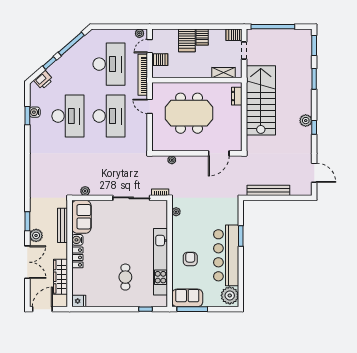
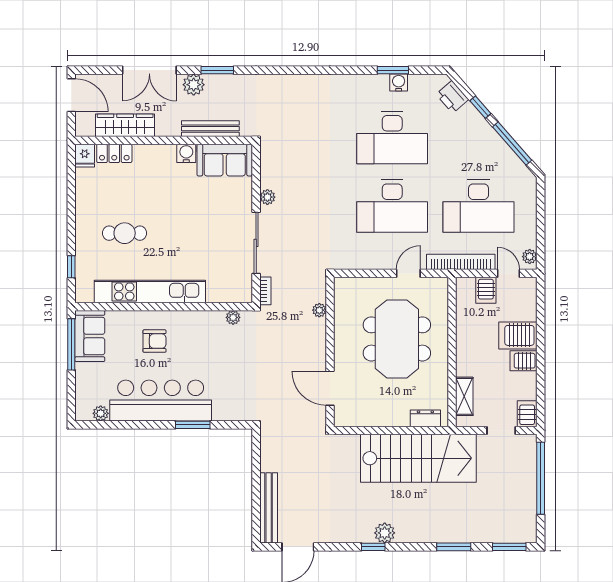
bench: (268, 190) -> (269, 508), moved
plant: (85, 191) -> (267, 197), moved
locker: (77, 257) -> (114, 153), moved
plant: (230, 295) -> (101, 413), width x0.53, depth x0.53

